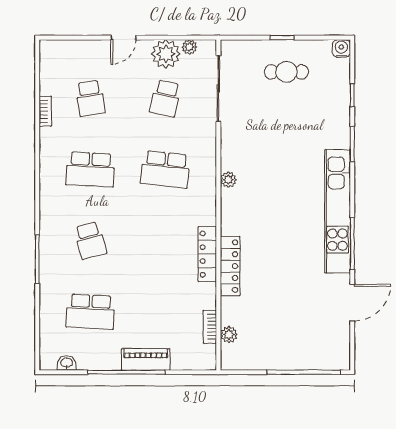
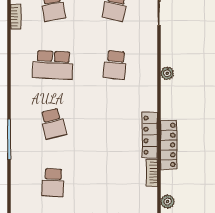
school desk: (165, 169) -> (115, 65), width x0.54
school desk: (90, 312) -> (53, 183), width x0.54
bookcase: (210, 327) -> (152, 173), moved

